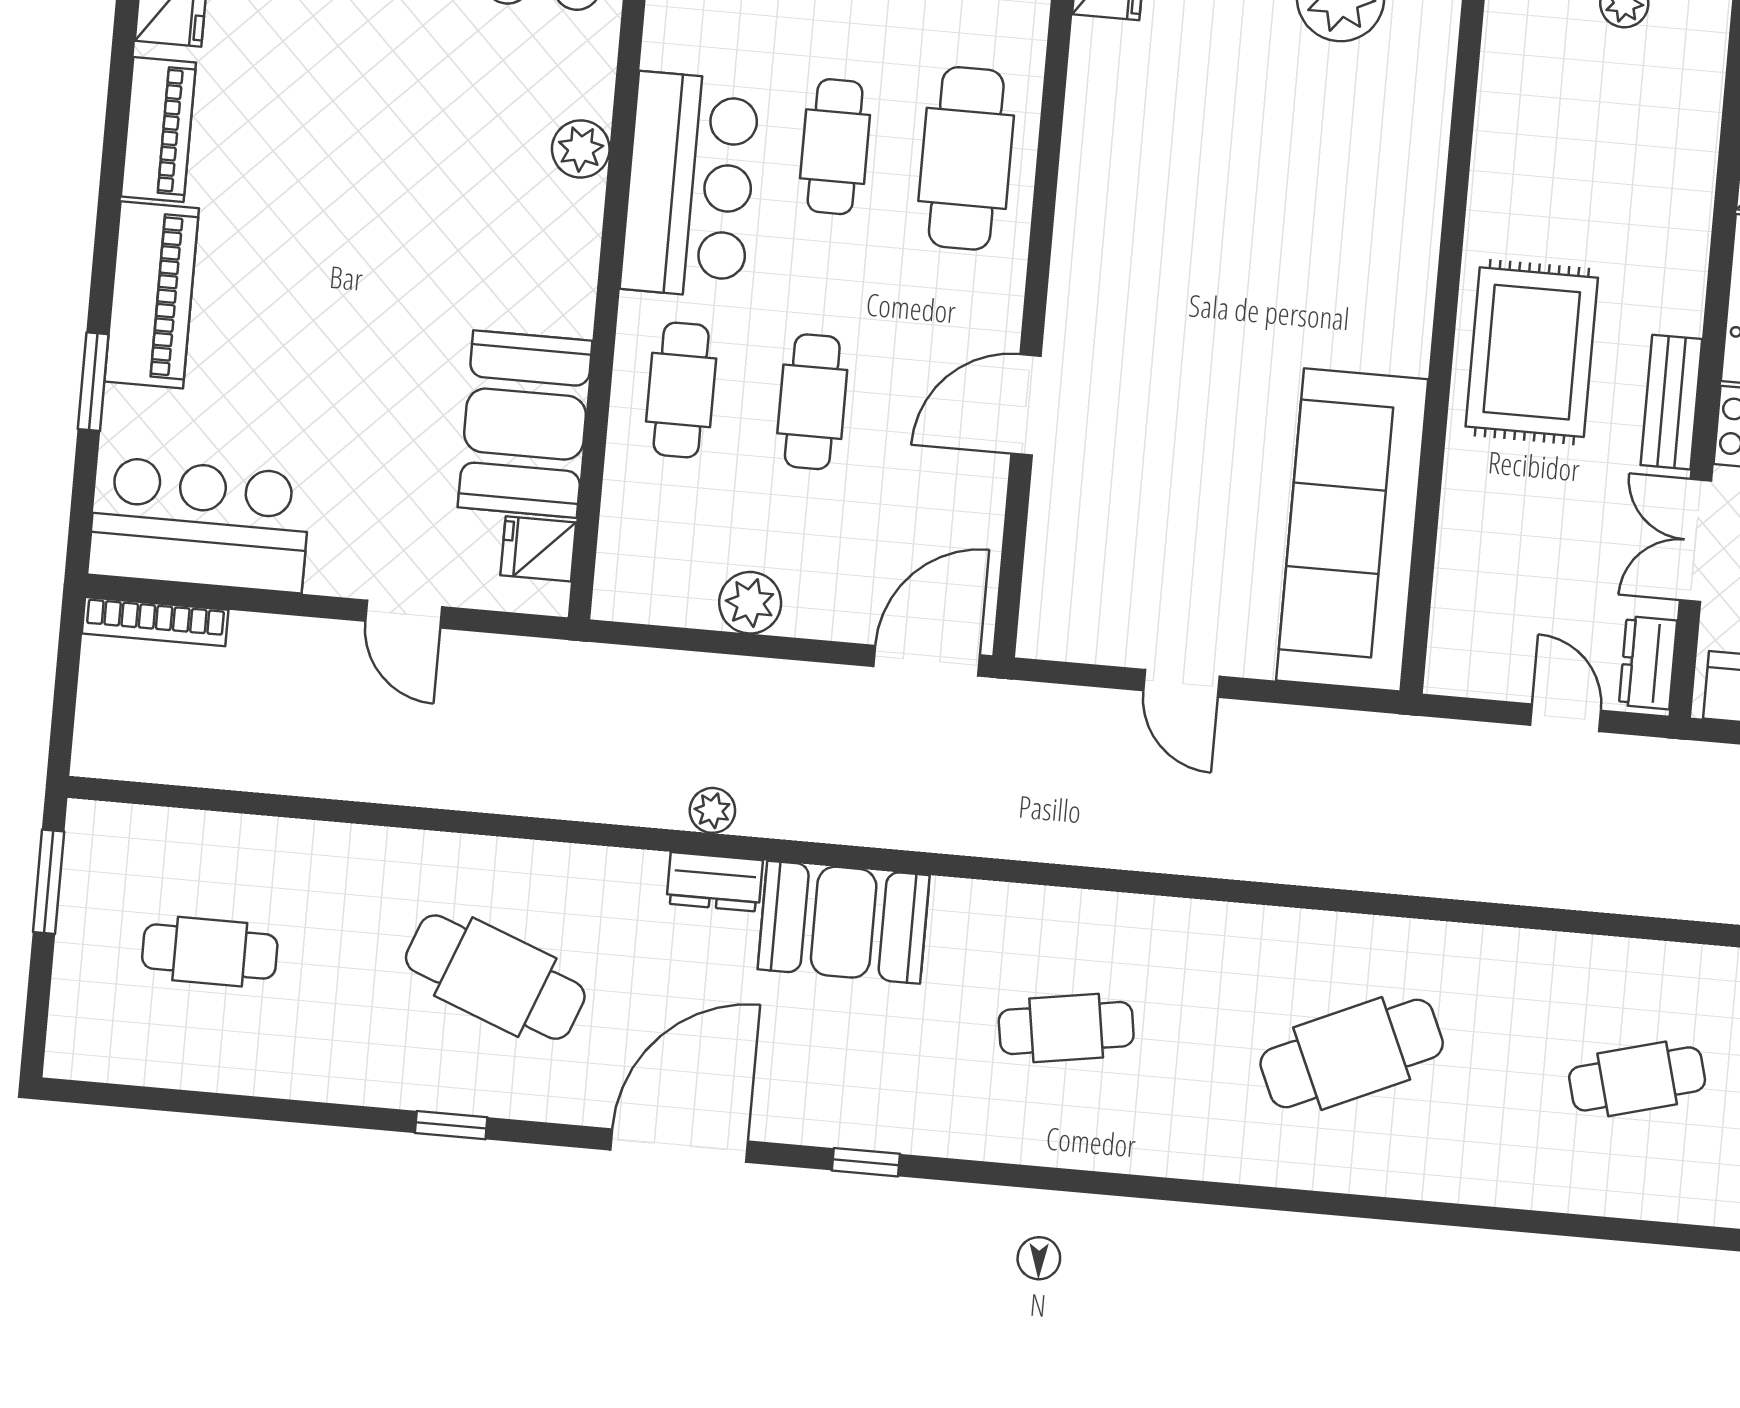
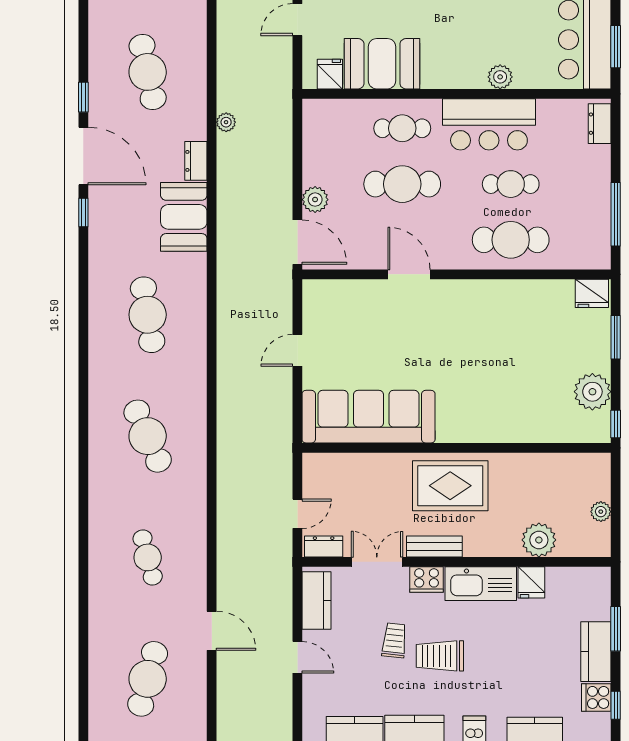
plant: (1678, 155) -> (539, 540), added
cafe table: (812, 402) -> (402, 184), width x1.37, depth x1.35
plant: (750, 603) -> (315, 200), moved
plant: (712, 810) -> (226, 122), moved
cafe table: (495, 977) -> (148, 72), turned -33
cafe table: (1066, 1028) -> (148, 315), width x1.37, depth x1.35
window: (451, 1125) -> (83, 97), moved
window: (866, 1162) -> (83, 212), moved

